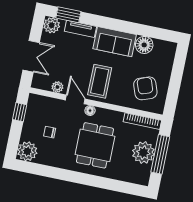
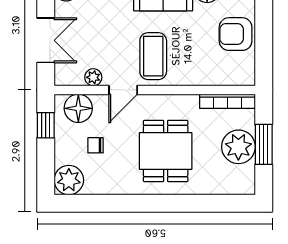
armchair: (145, 88) -> (236, 34), moved, turned -70
door: (75, 99) -> (123, 90), swing flipped
floor lamp: (90, 111) -> (78, 108), moved, width x1.89, depth x1.89
window: (160, 154) -> (264, 144), width x0.69

